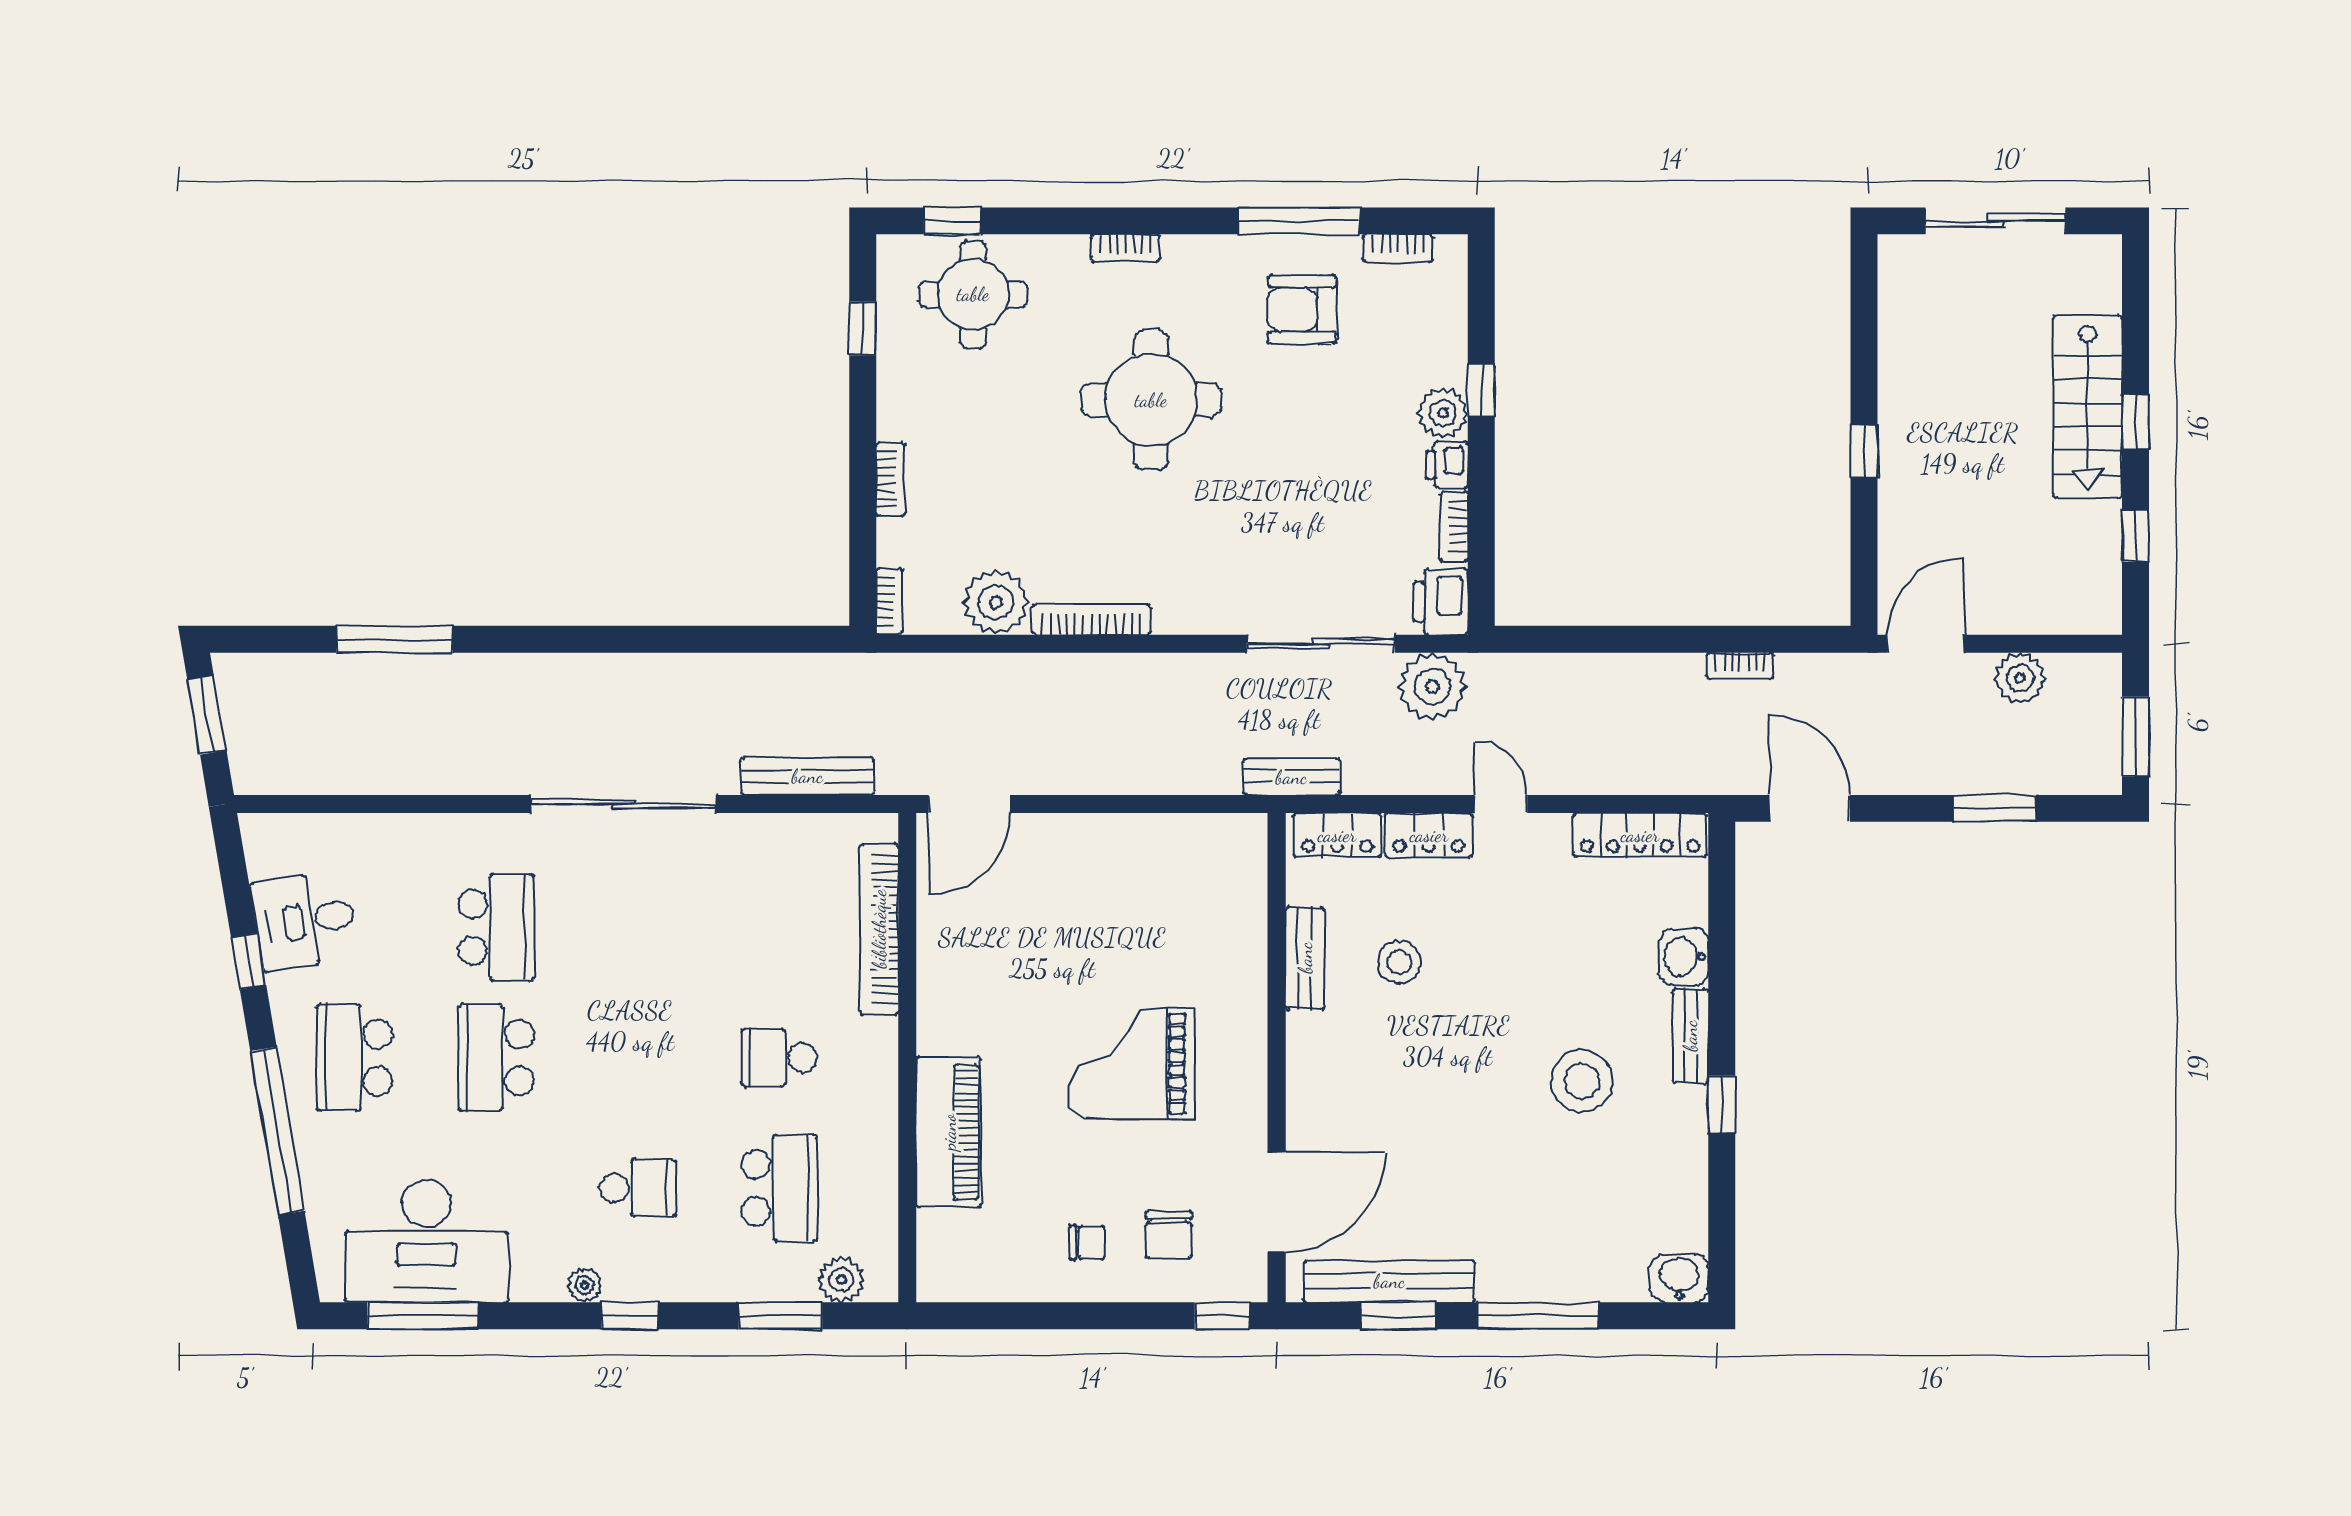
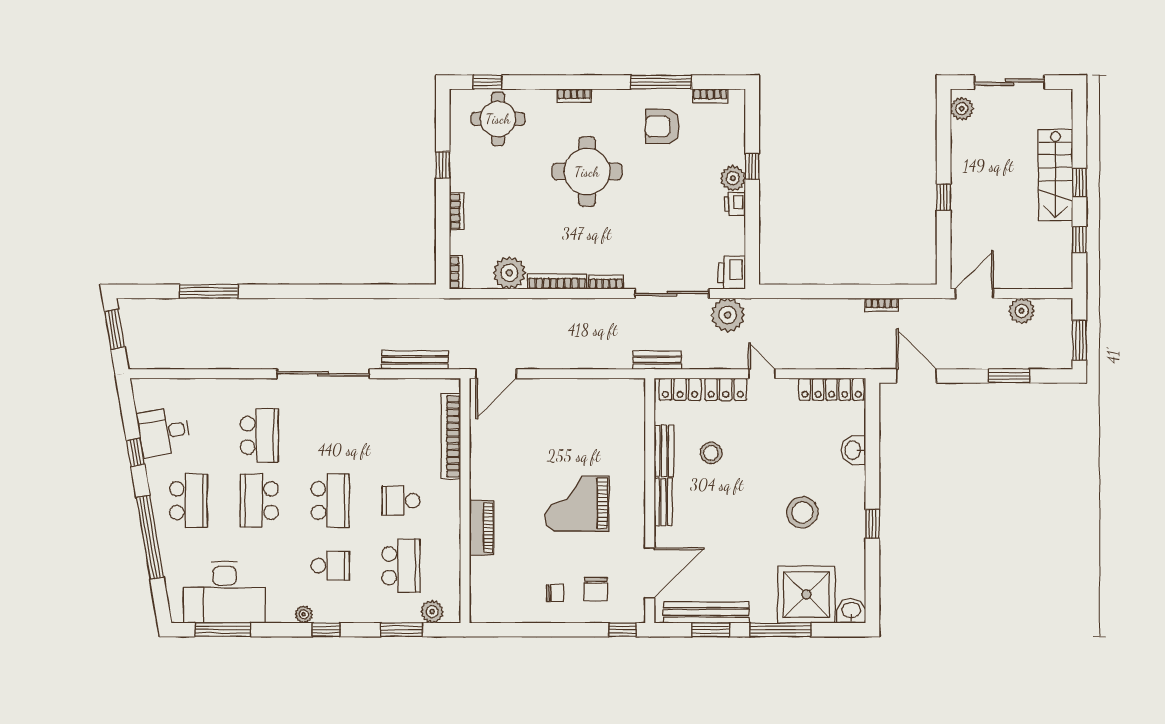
plant: (1900, 274) -> (962, 109), added
window: (863, 328) -> (443, 165), moved
bookcase: (1454, 526) -> (606, 282), moved, turned 90
bench: (1690, 1036) -> (663, 502), moved
school desk: (354, 1058) -> (188, 501), turned 180
school desk: (638, 1058) -> (330, 501), added
piano: (949, 1132) -> (482, 528), width x0.73, depth x0.75
shower: (1590, 1245) -> (806, 595), added

